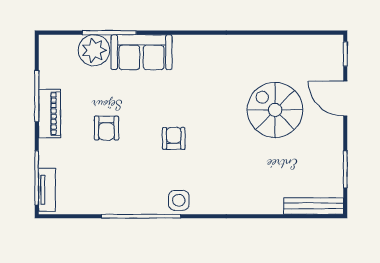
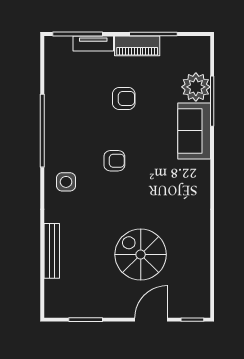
spiral stairs: (275, 110) -> (141, 255), turned -90
armchair: (106, 128) -> (124, 99), turned 180
tv unit: (47, 190) -> (93, 43), moved
side table: (179, 200) -> (66, 182), moved
bench: (314, 206) -> (52, 251), moved

